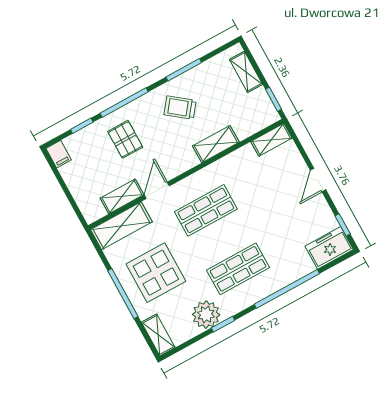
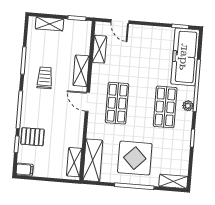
trolley: (180, 108) -> (45, 78), turned 142
pallet: (125, 139) -> (32, 137), moved
shelving: (271, 140) -> (99, 49), moved
door: (318, 180) -> (120, 22), moved
door: (157, 190) -> (87, 102), moved
shelving: (122, 196) -> (74, 162), moved
freezer: (329, 248) -> (185, 57), width x1.91, depth x1.26
plant: (206, 315) -> (188, 106), moved, width x0.53, depth x0.53

